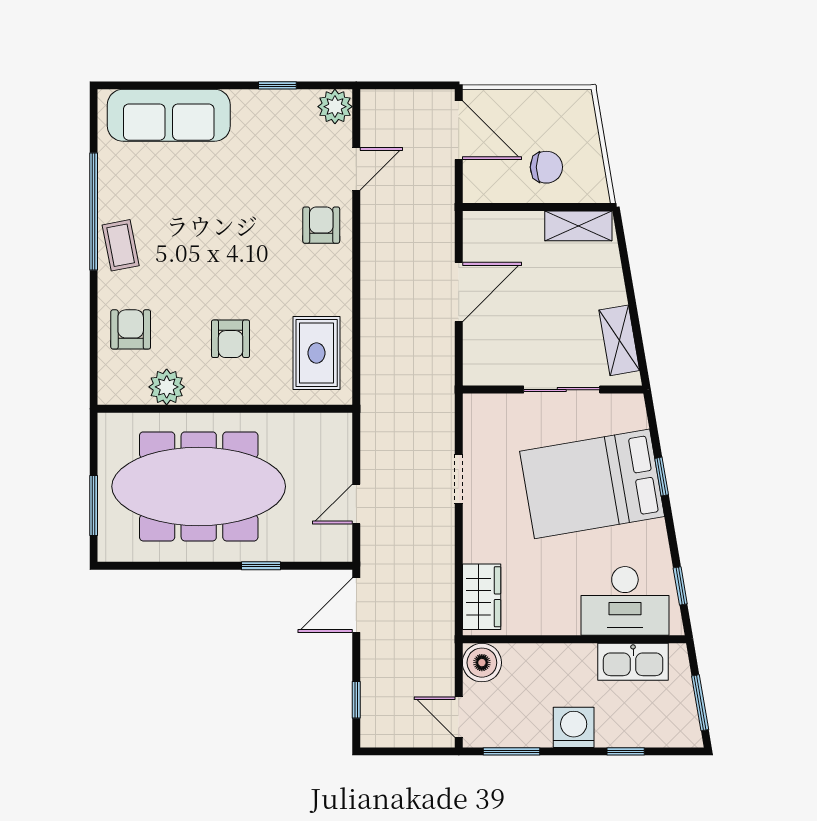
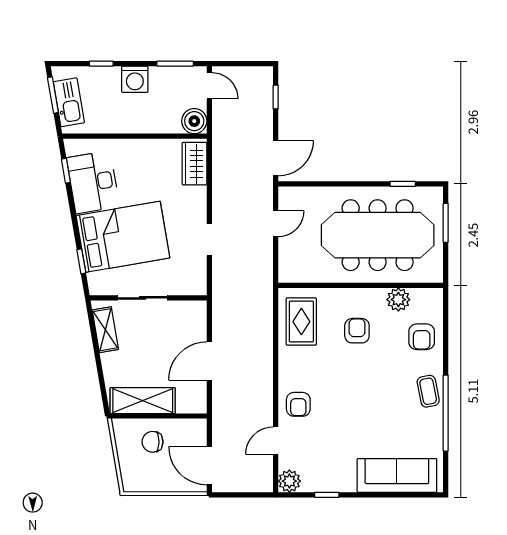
shelving: (578, 226) -> (143, 401), width x1.50, depth x1.33
window: (662, 477) -> (81, 261), moved
window: (261, 566) -> (403, 184), moved
desk: (625, 601) -> (93, 182), moved, turned -100
kitchen sink: (633, 662) -> (69, 102), moved, turned 80

